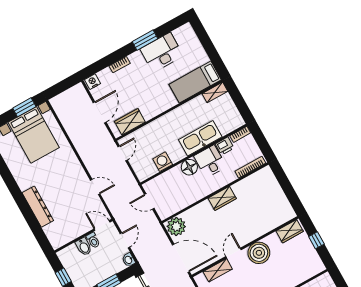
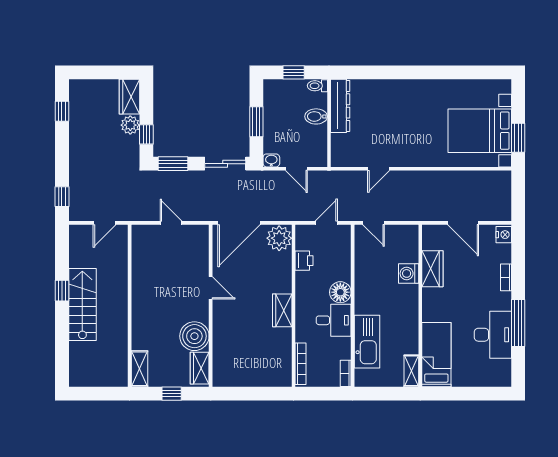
window: (145, 40) -> (518, 323), width x1.44
wardrobe: (130, 122) -> (432, 269), moved
kitchen sink: (200, 138) -> (367, 342), moved
printer: (225, 146) -> (304, 261), moved, turned 180
door: (123, 153) -> (373, 223), moved
washing machine: (163, 162) -> (409, 273), moved, turned 180
dresser: (38, 207) -> (340, 106), moved, turned -90
door: (102, 225) -> (329, 152), removed
toilet: (93, 240) -> (317, 86), moved
boiler: (259, 253) -> (194, 336), moved
shelving: (218, 270) -> (139, 369), moved

